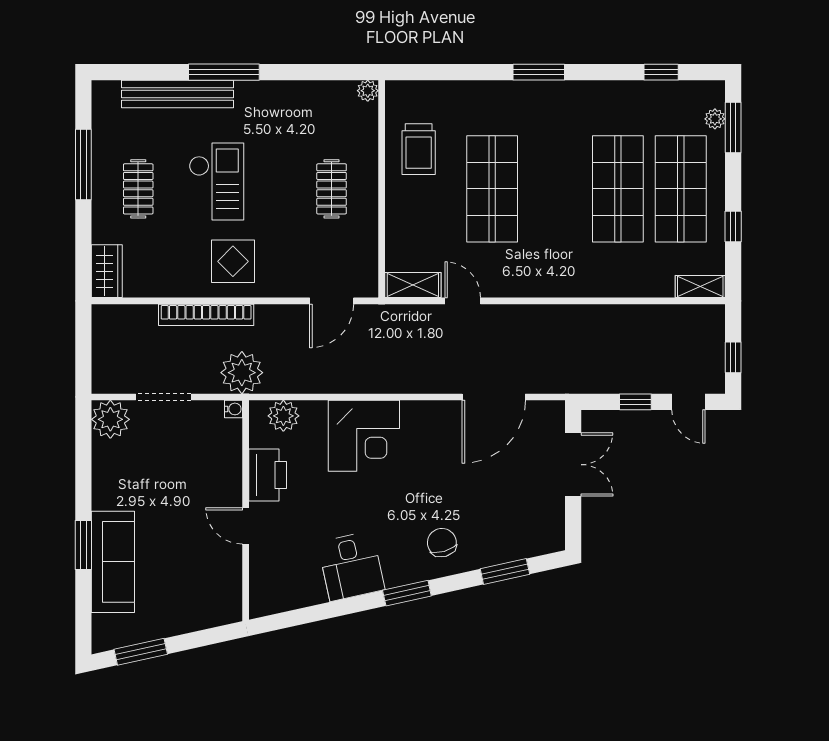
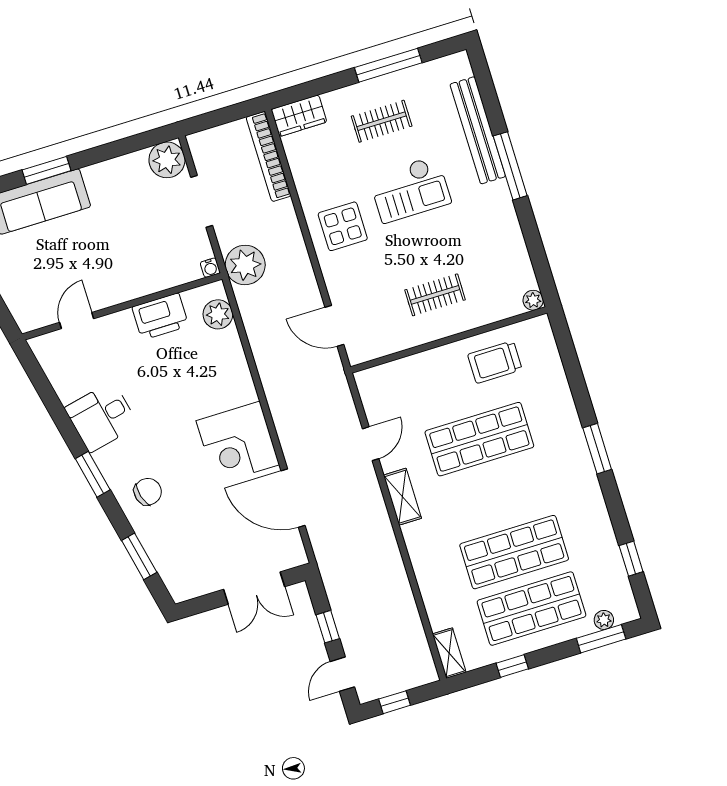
shelving: (413, 285) -> (402, 497), moved
bookcase: (206, 315) -> (269, 156), moved
corner desk: (364, 436) -> (238, 443), moved
door: (246, 526) -> (77, 321), moved

